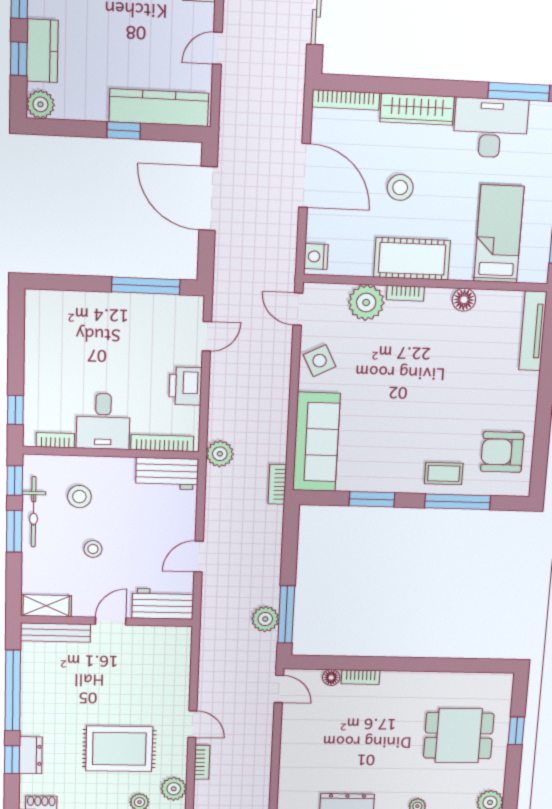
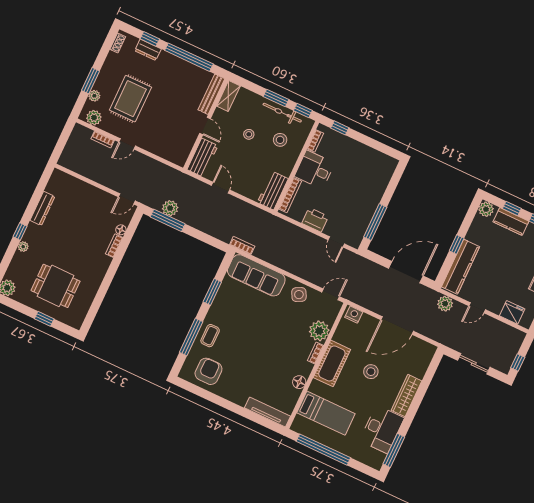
door: (217, 48) -> (477, 308), swing flipped
bookcase: (346, 100) -> (426, 361), removed
plant: (220, 454) -> (445, 304), moved
dining table: (459, 736) -> (56, 286), turned 90

